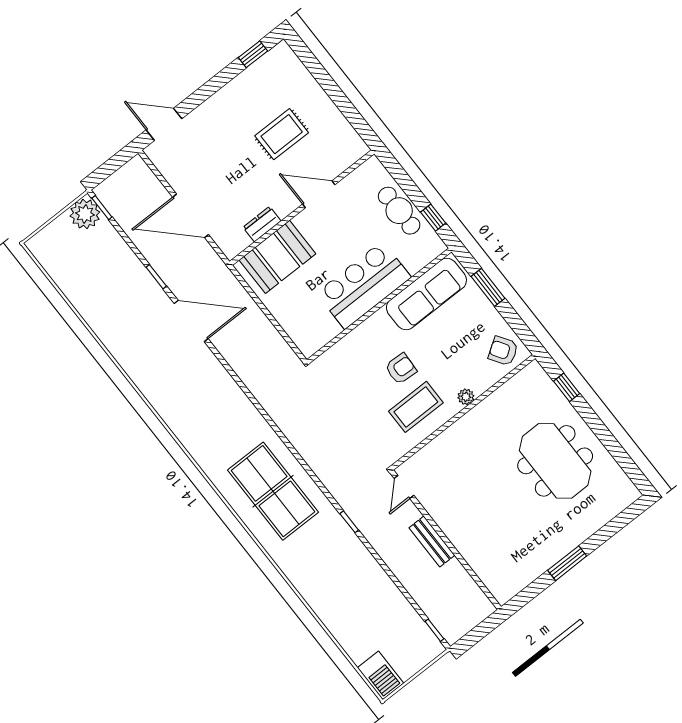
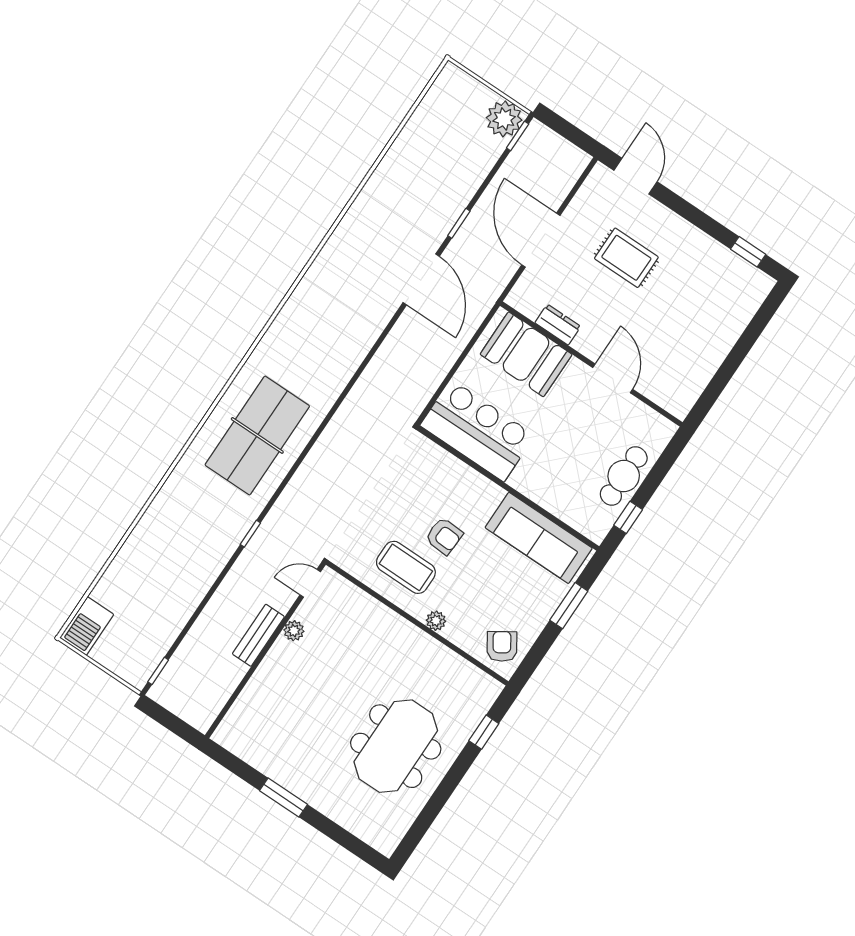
rug: (282, 134) -> (626, 258), moved
bar counter: (364, 285) -> (477, 431), moved
plant: (437, 512) -> (294, 631), added

